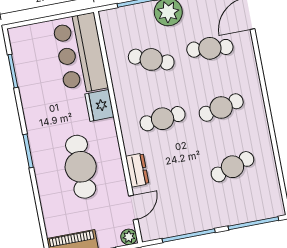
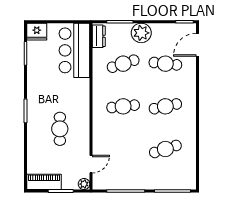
cafe table: (151, 59) -> (123, 64), turned -39
fridge: (99, 105) -> (37, 32), moved, turned -90
cafe table: (81, 167) -> (60, 129), width x0.73, depth x0.74
dresser: (137, 170) -> (99, 36), moved

